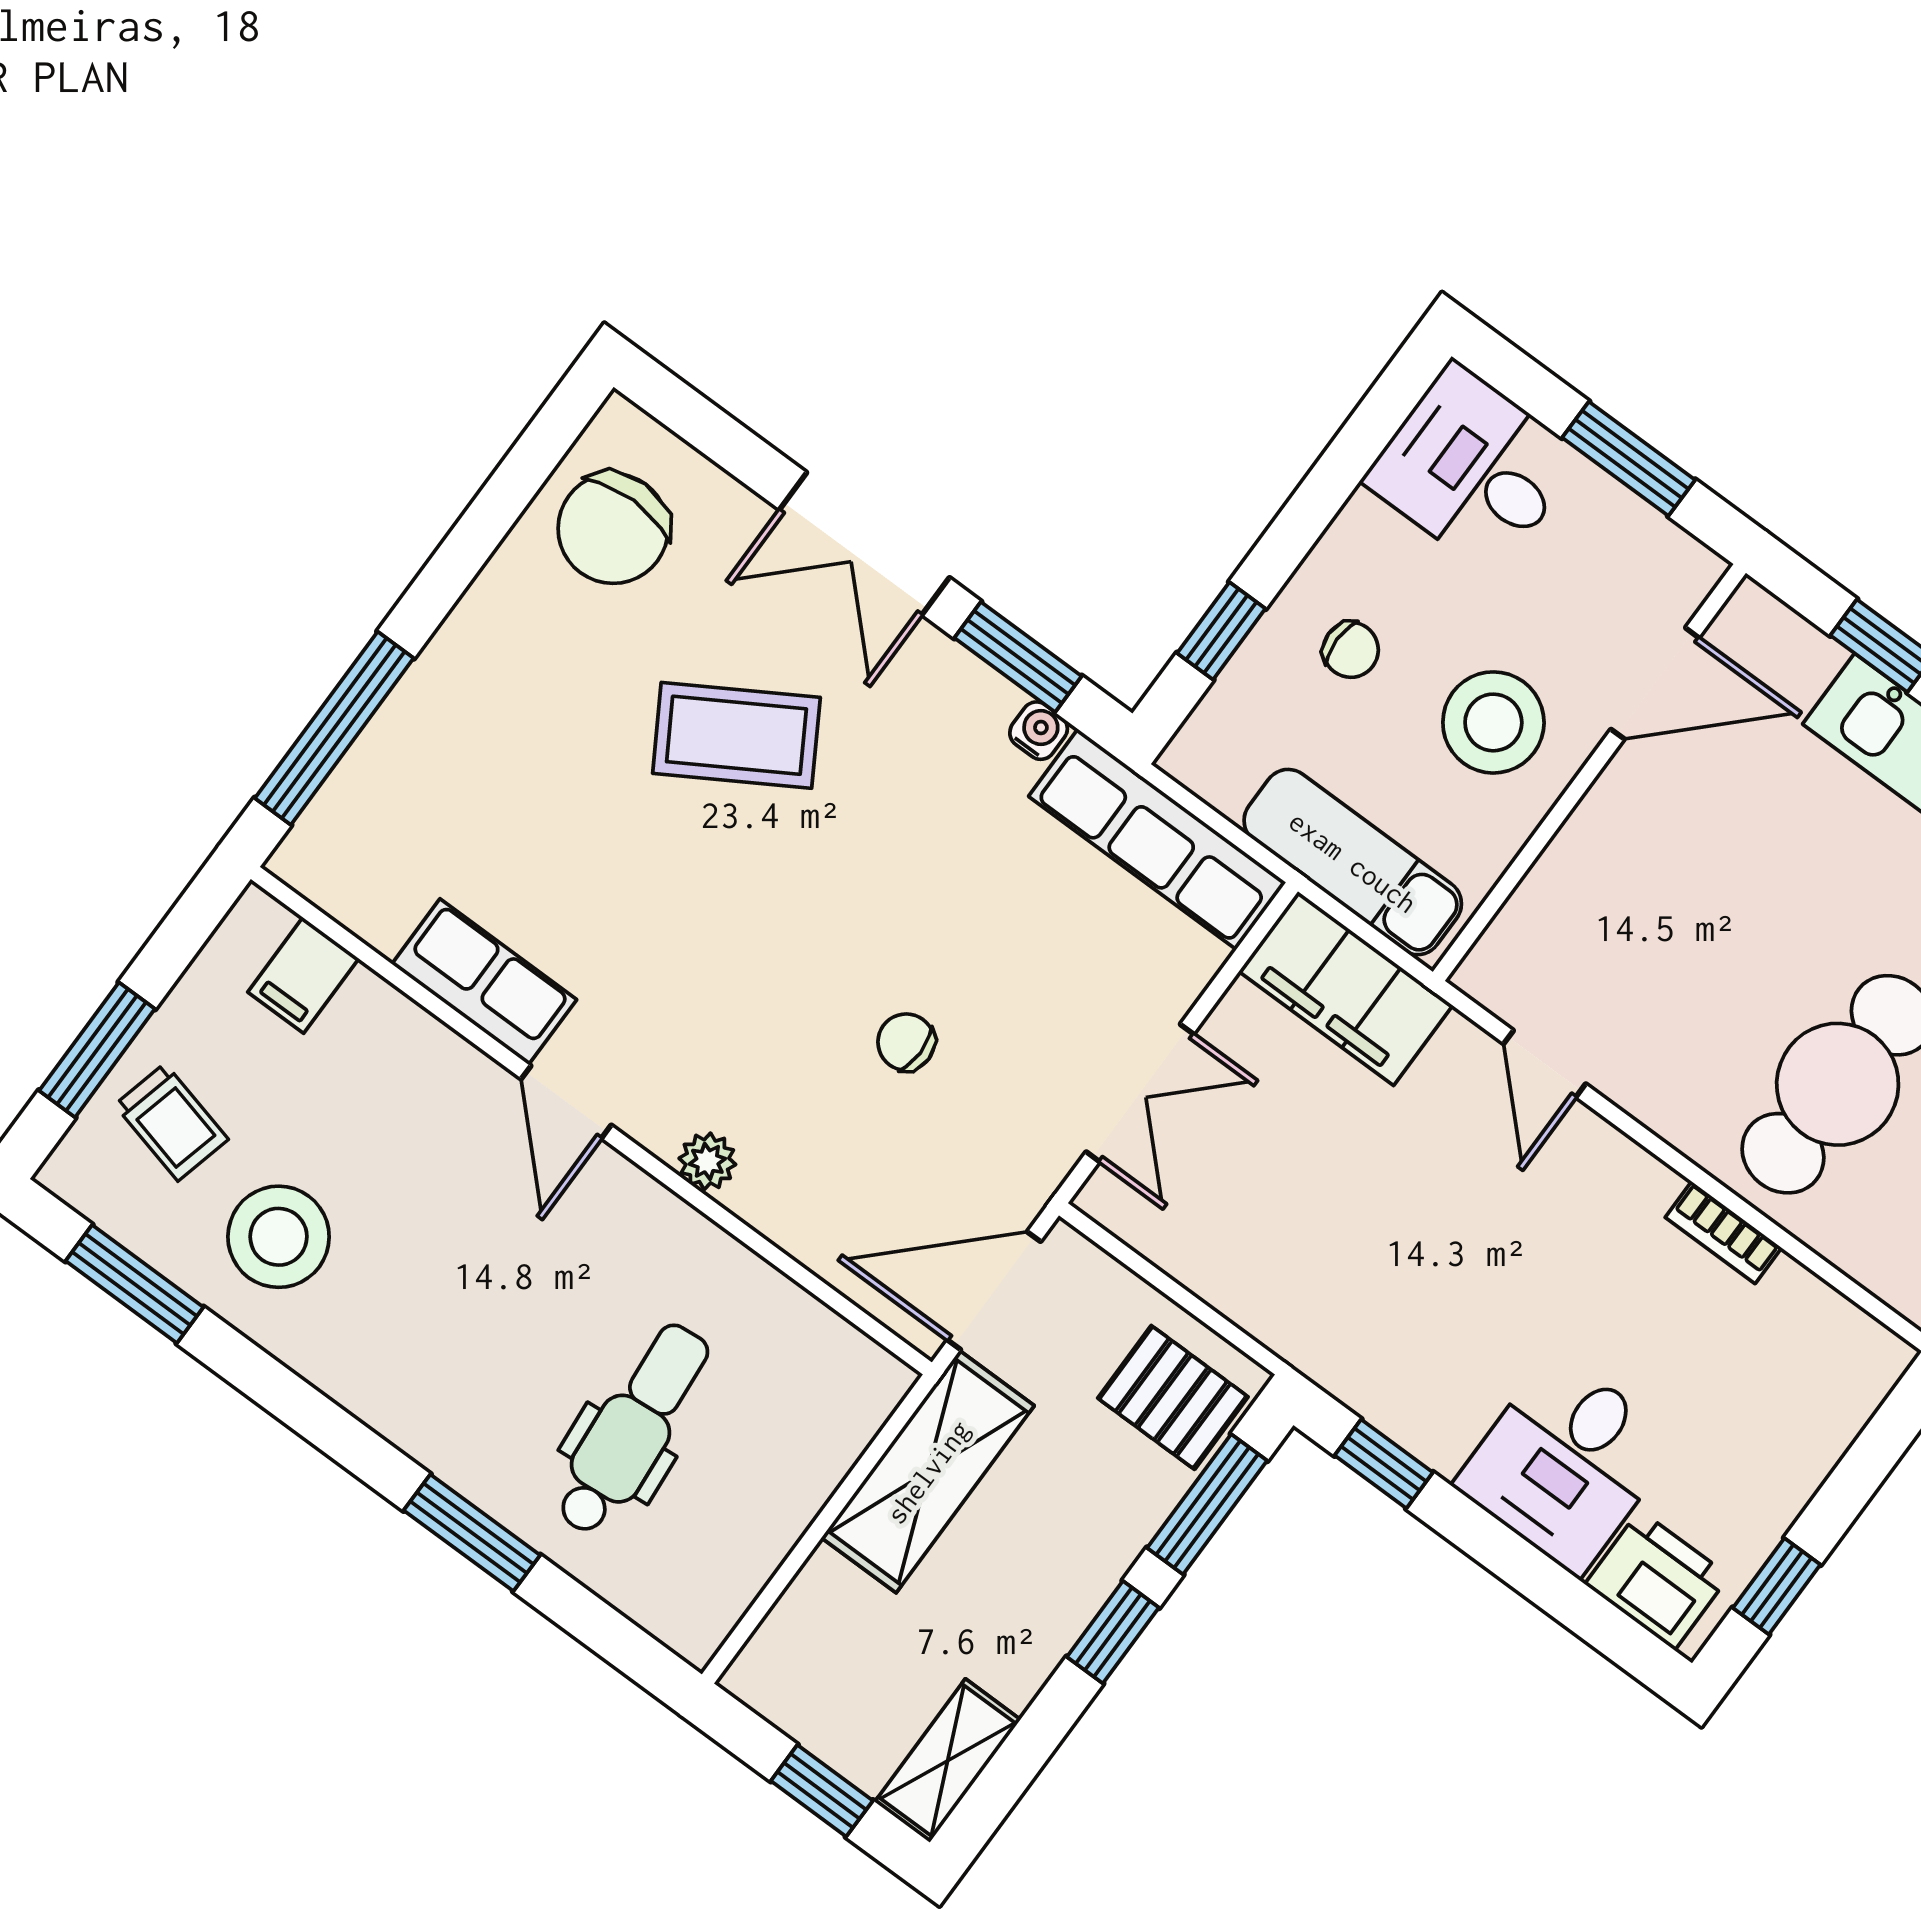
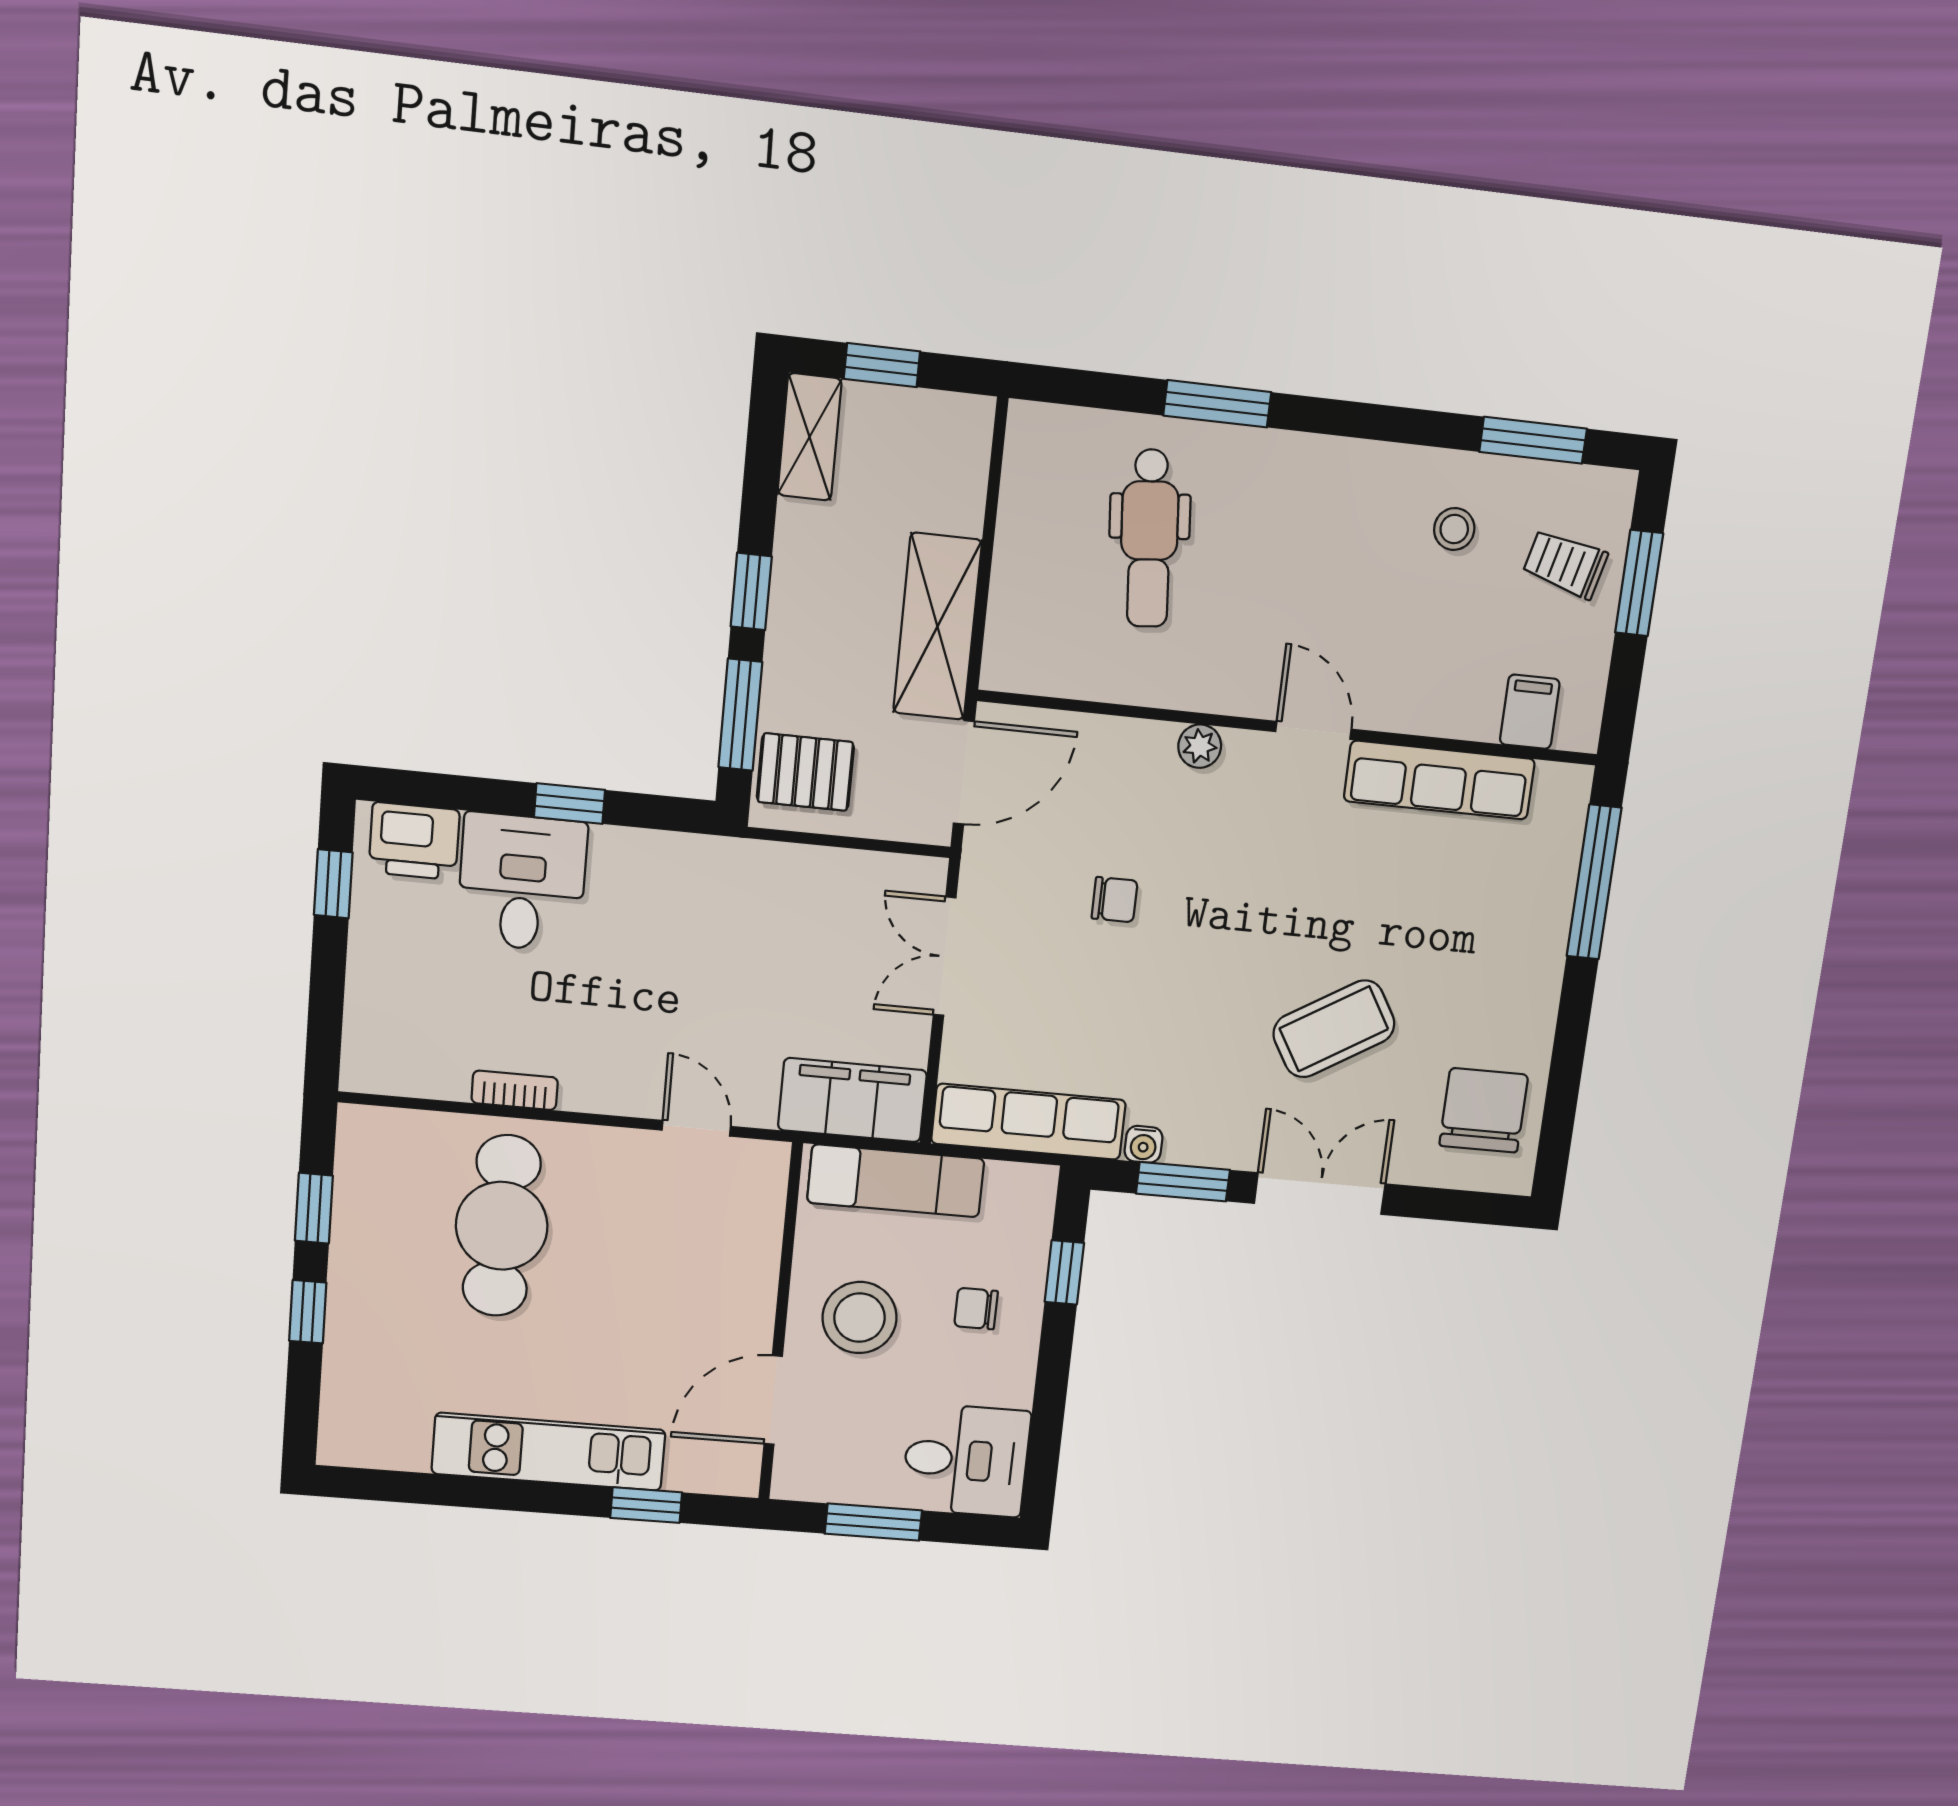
row of seats: (484, 982) -> (1439, 780), width x1.48
stool: (279, 1237) -> (1454, 529), width x0.53, depth x0.53
window: (1384, 1464) -> (569, 804), moved

